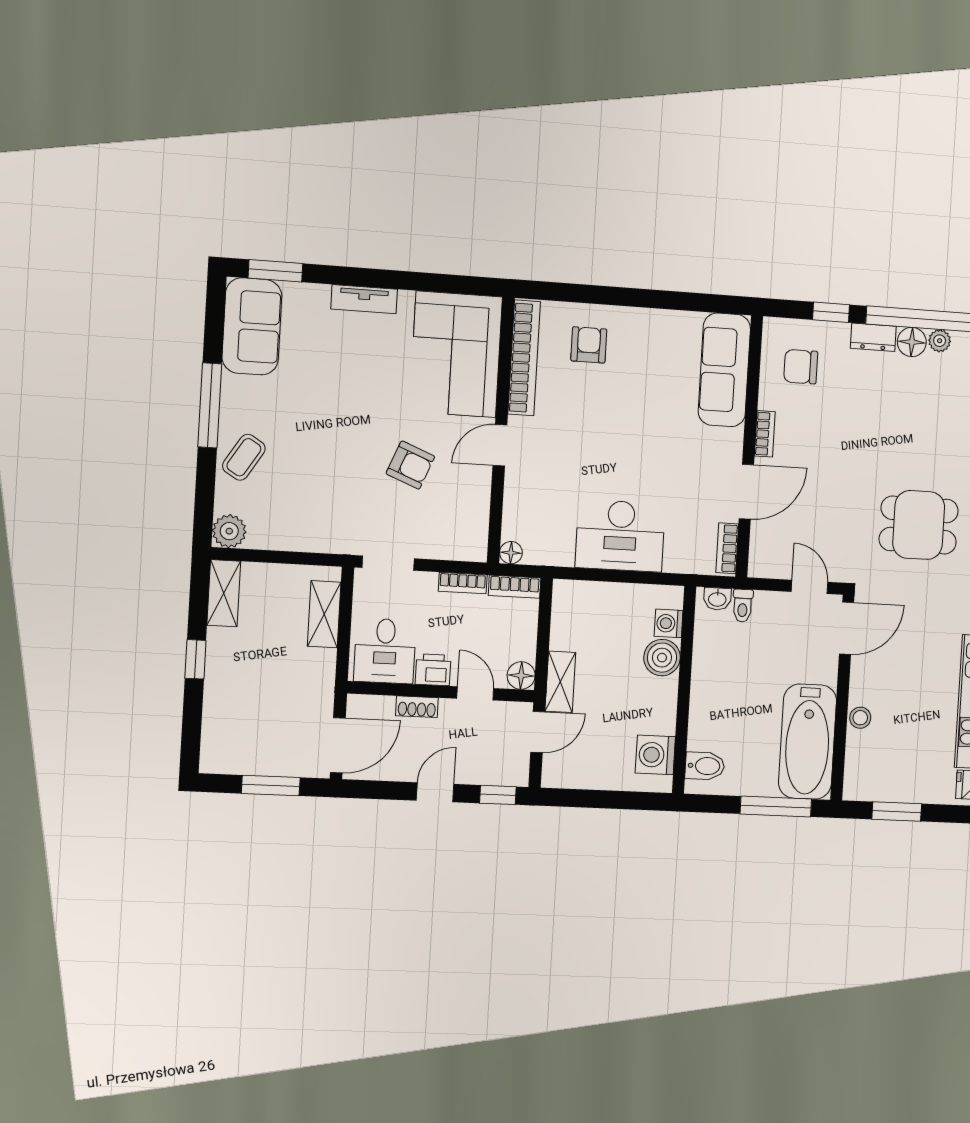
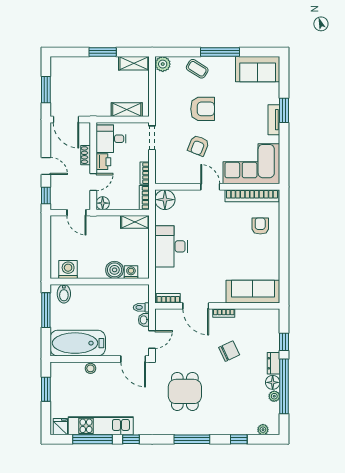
window: (275, 271) -> (284, 110), moved
armchair: (589, 345) -> (260, 226), turned -90
chair: (801, 367) -> (229, 351), moved, turned 65
armchair: (332, 451) -> (203, 109), added
floor lamp: (511, 553) -> (165, 200), width x1.89, depth x1.89
washbasin: (717, 599) -> (144, 320), moved
window: (195, 659) -> (103, 52), width x1.50
shelving: (560, 682) -> (135, 222), moved
window: (776, 806) -> (46, 310), moved

